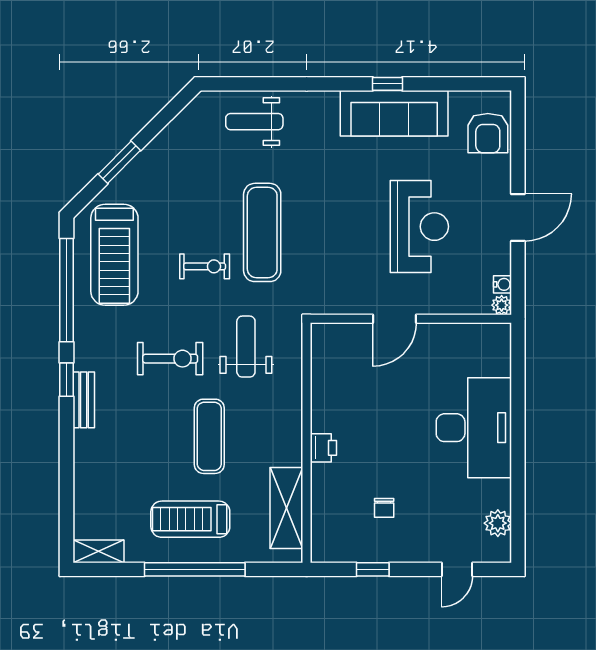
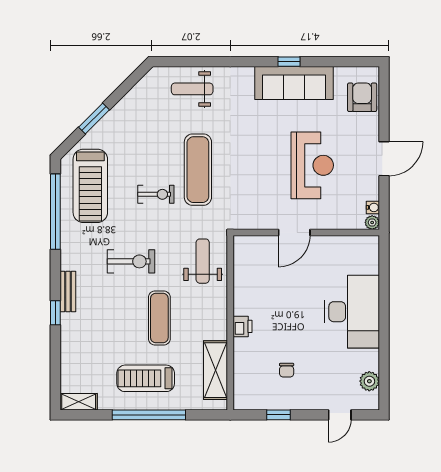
armchair: (488, 133) -> (362, 97), turned 180
weight bench: (246, 347) -> (203, 261), moved
window: (66, 380) -> (55, 313), moved

